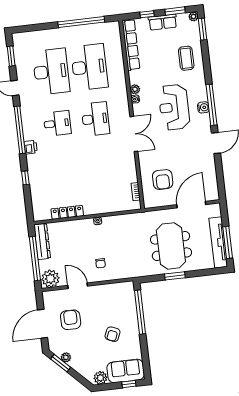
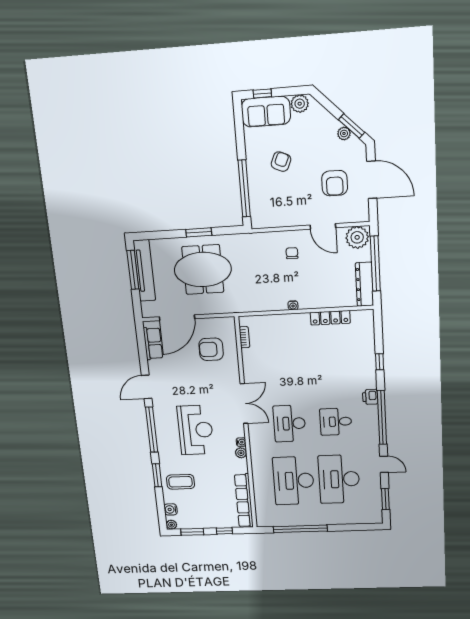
row of seats: (163, 22) -> (153, 343), moved, turned 90
window: (203, 29) -> (157, 475), moved
coffee table: (186, 58) -> (180, 482), turned 90
water cooler: (203, 107) -> (171, 509), moved
double door: (134, 134) -> (244, 404), swing flipped
armchair: (163, 180) -> (211, 349), turned -90
meeting table: (171, 246) -> (203, 270), turned 90
door: (42, 324) -> (372, 180), hinge flipped

